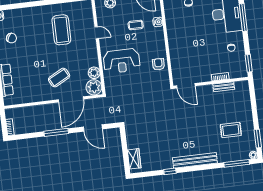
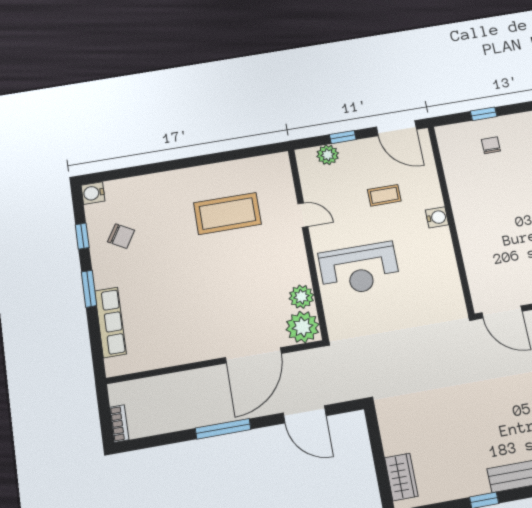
water cooler: (158, 22) -> (437, 217), moved
coffee table: (61, 30) -> (227, 214), turned 90
armchair: (158, 64) -> (439, 271), removed
coffee table: (59, 78) -> (226, 311), removed

